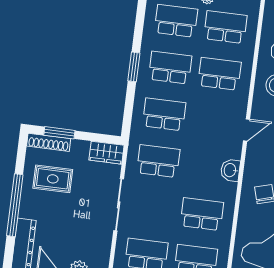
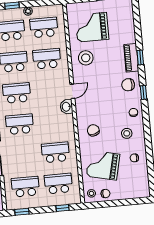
washbasin: (230, 170) -> (66, 107), moved

